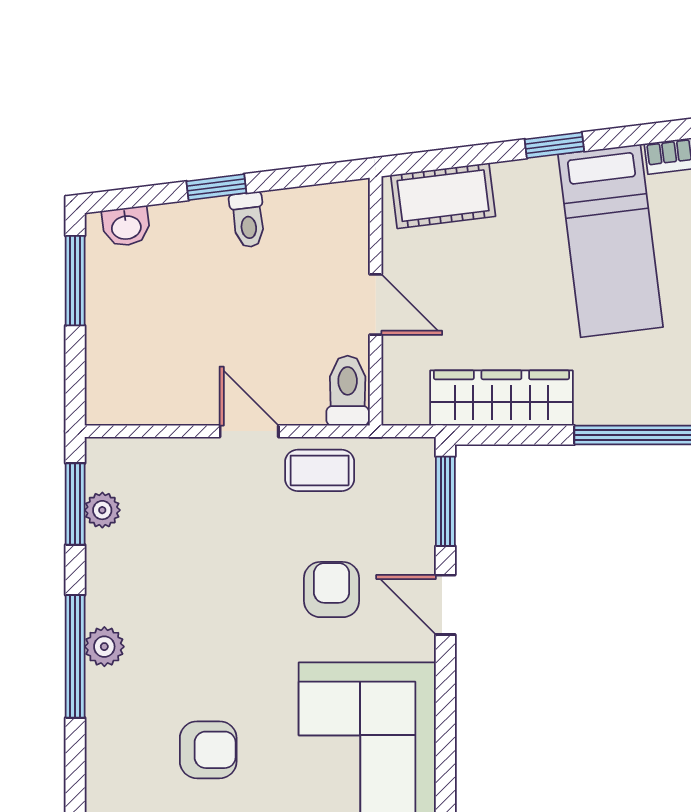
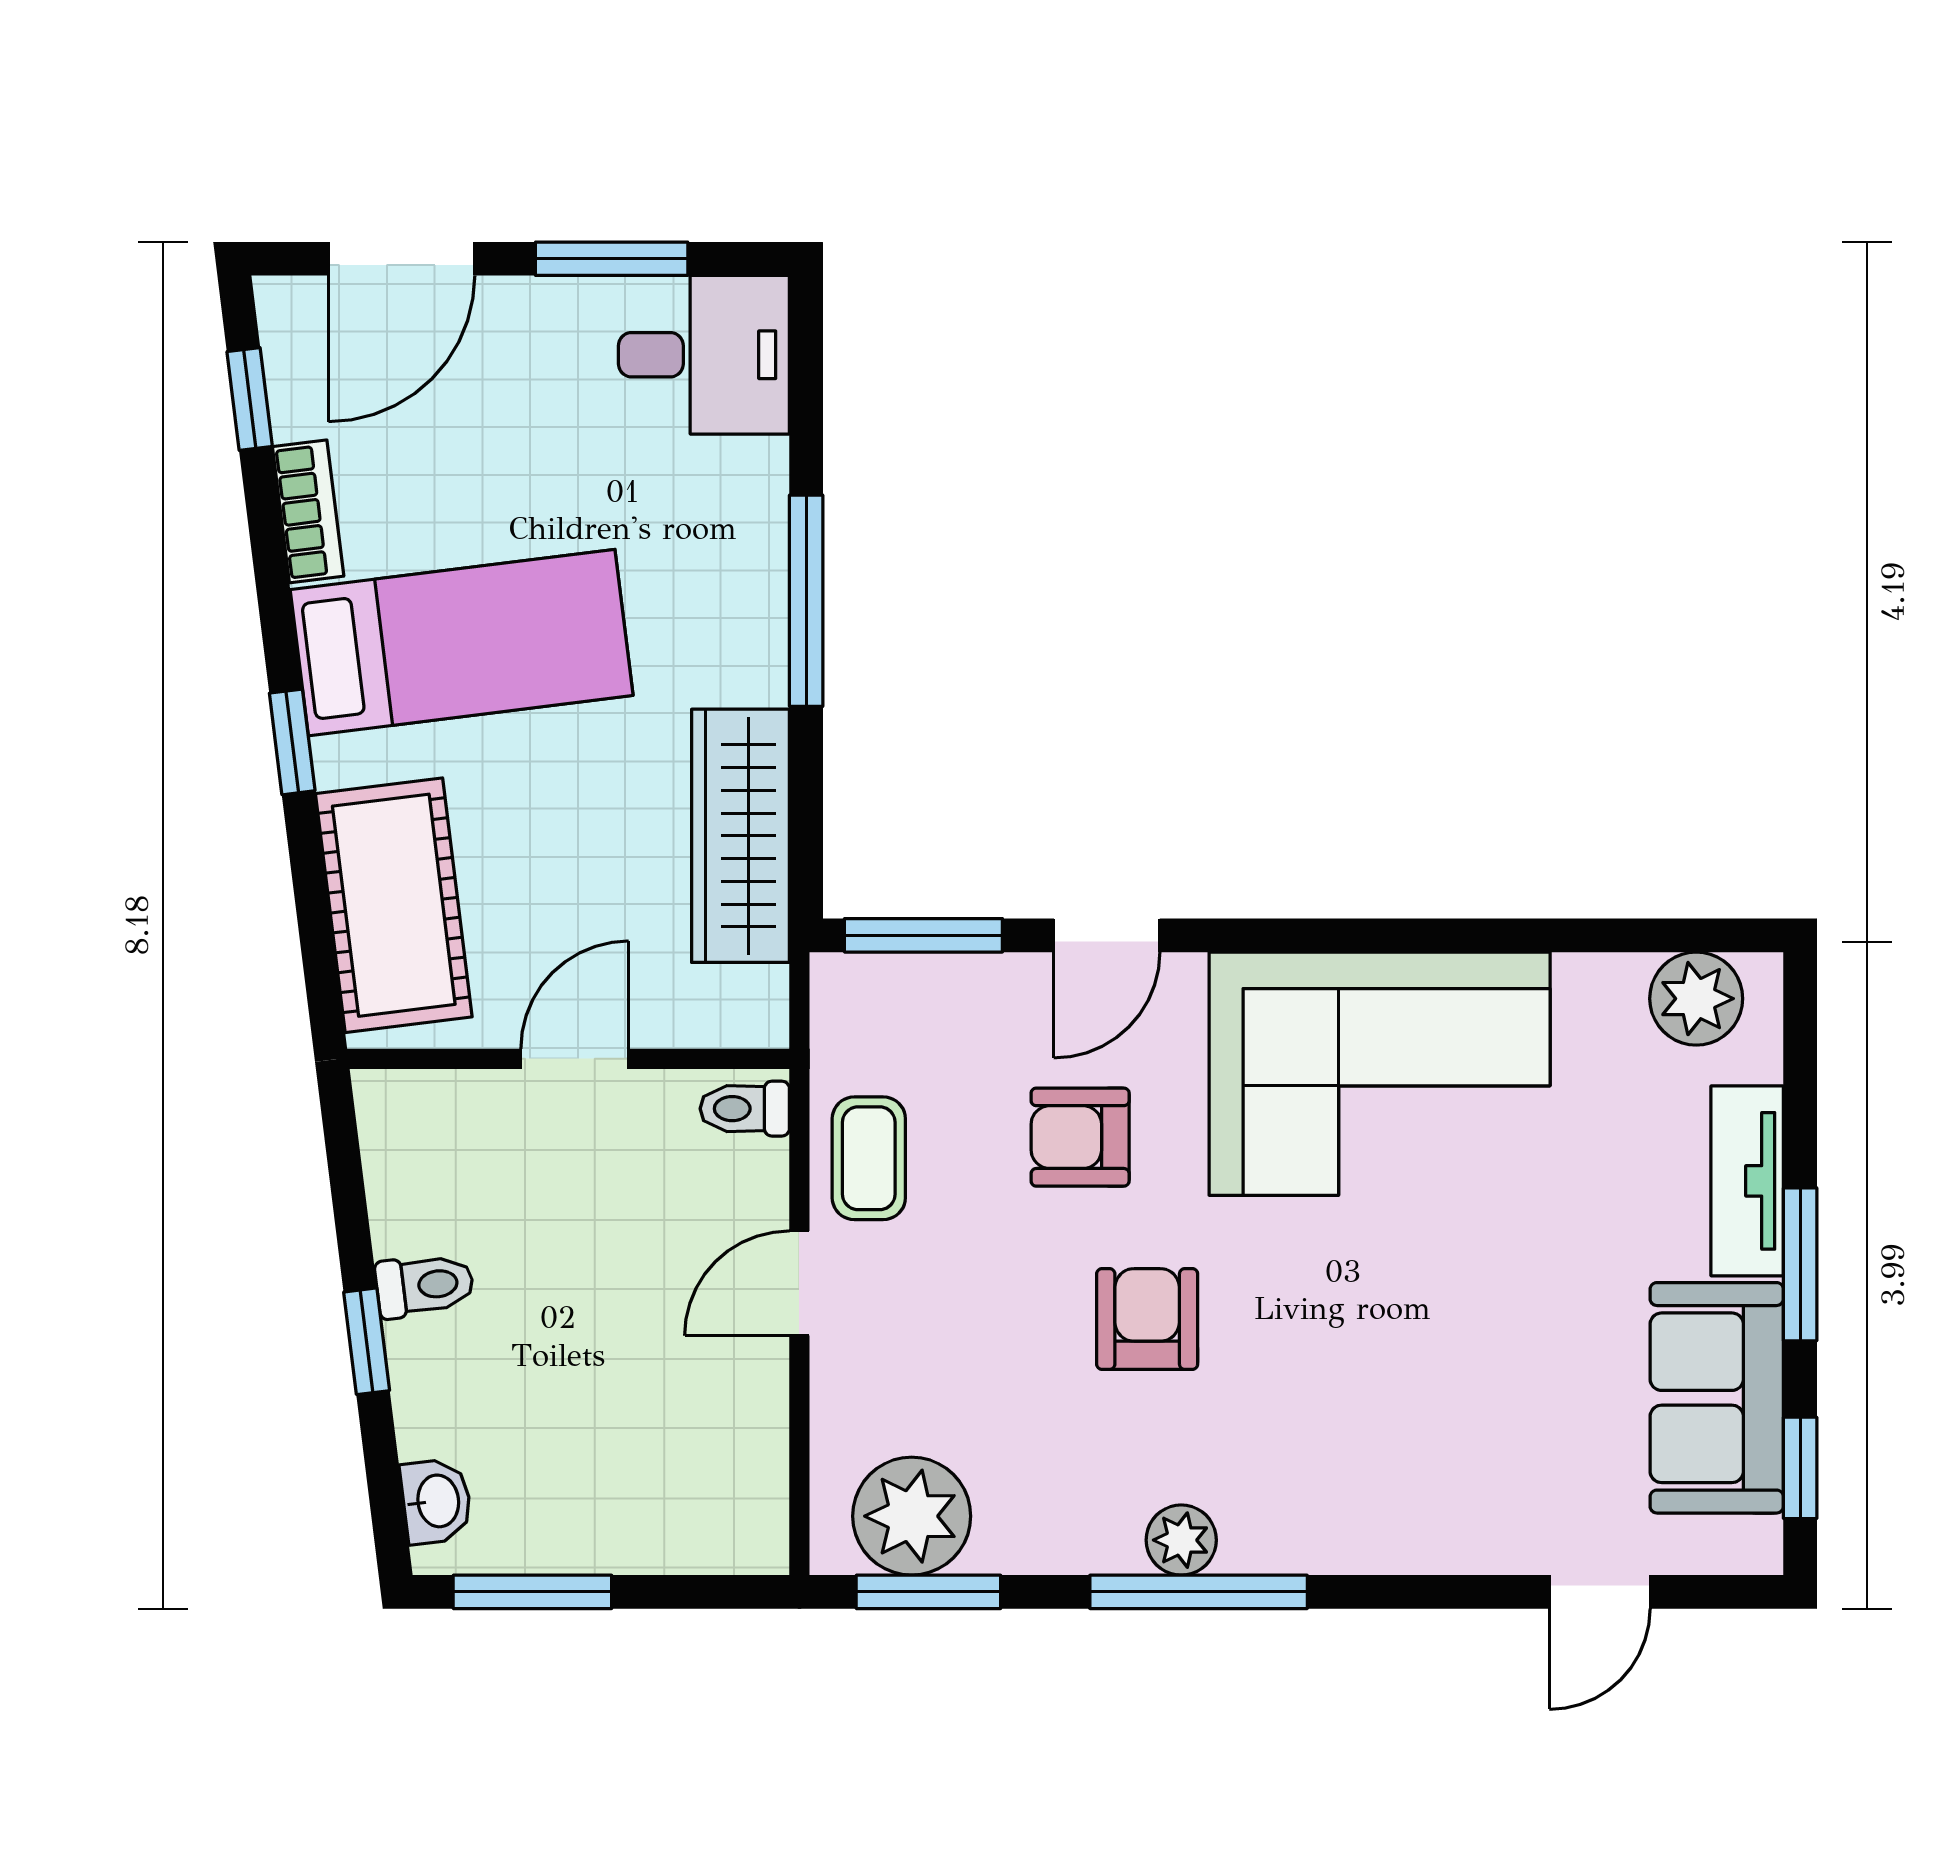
cot: (443, 196) -> (394, 905), width x1.37, depth x1.34
toilet: (348, 391) -> (745, 1109), width x0.73, depth x0.72
plant: (102, 510) -> (912, 1516), width x1.88, depth x1.88
armchair: (208, 750) -> (1147, 1319), moved

